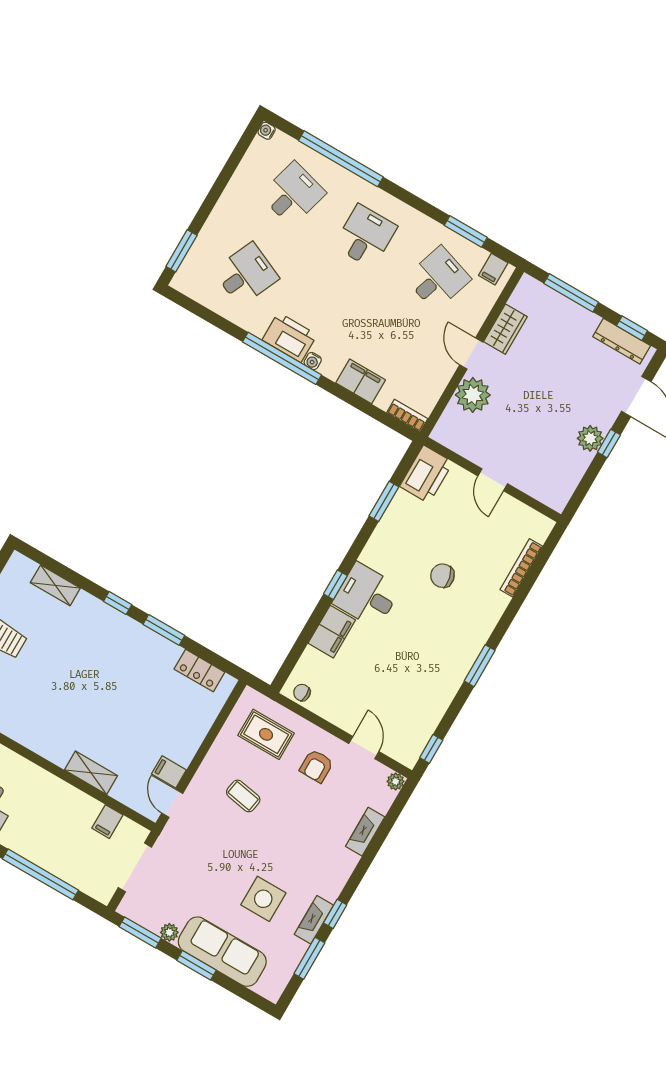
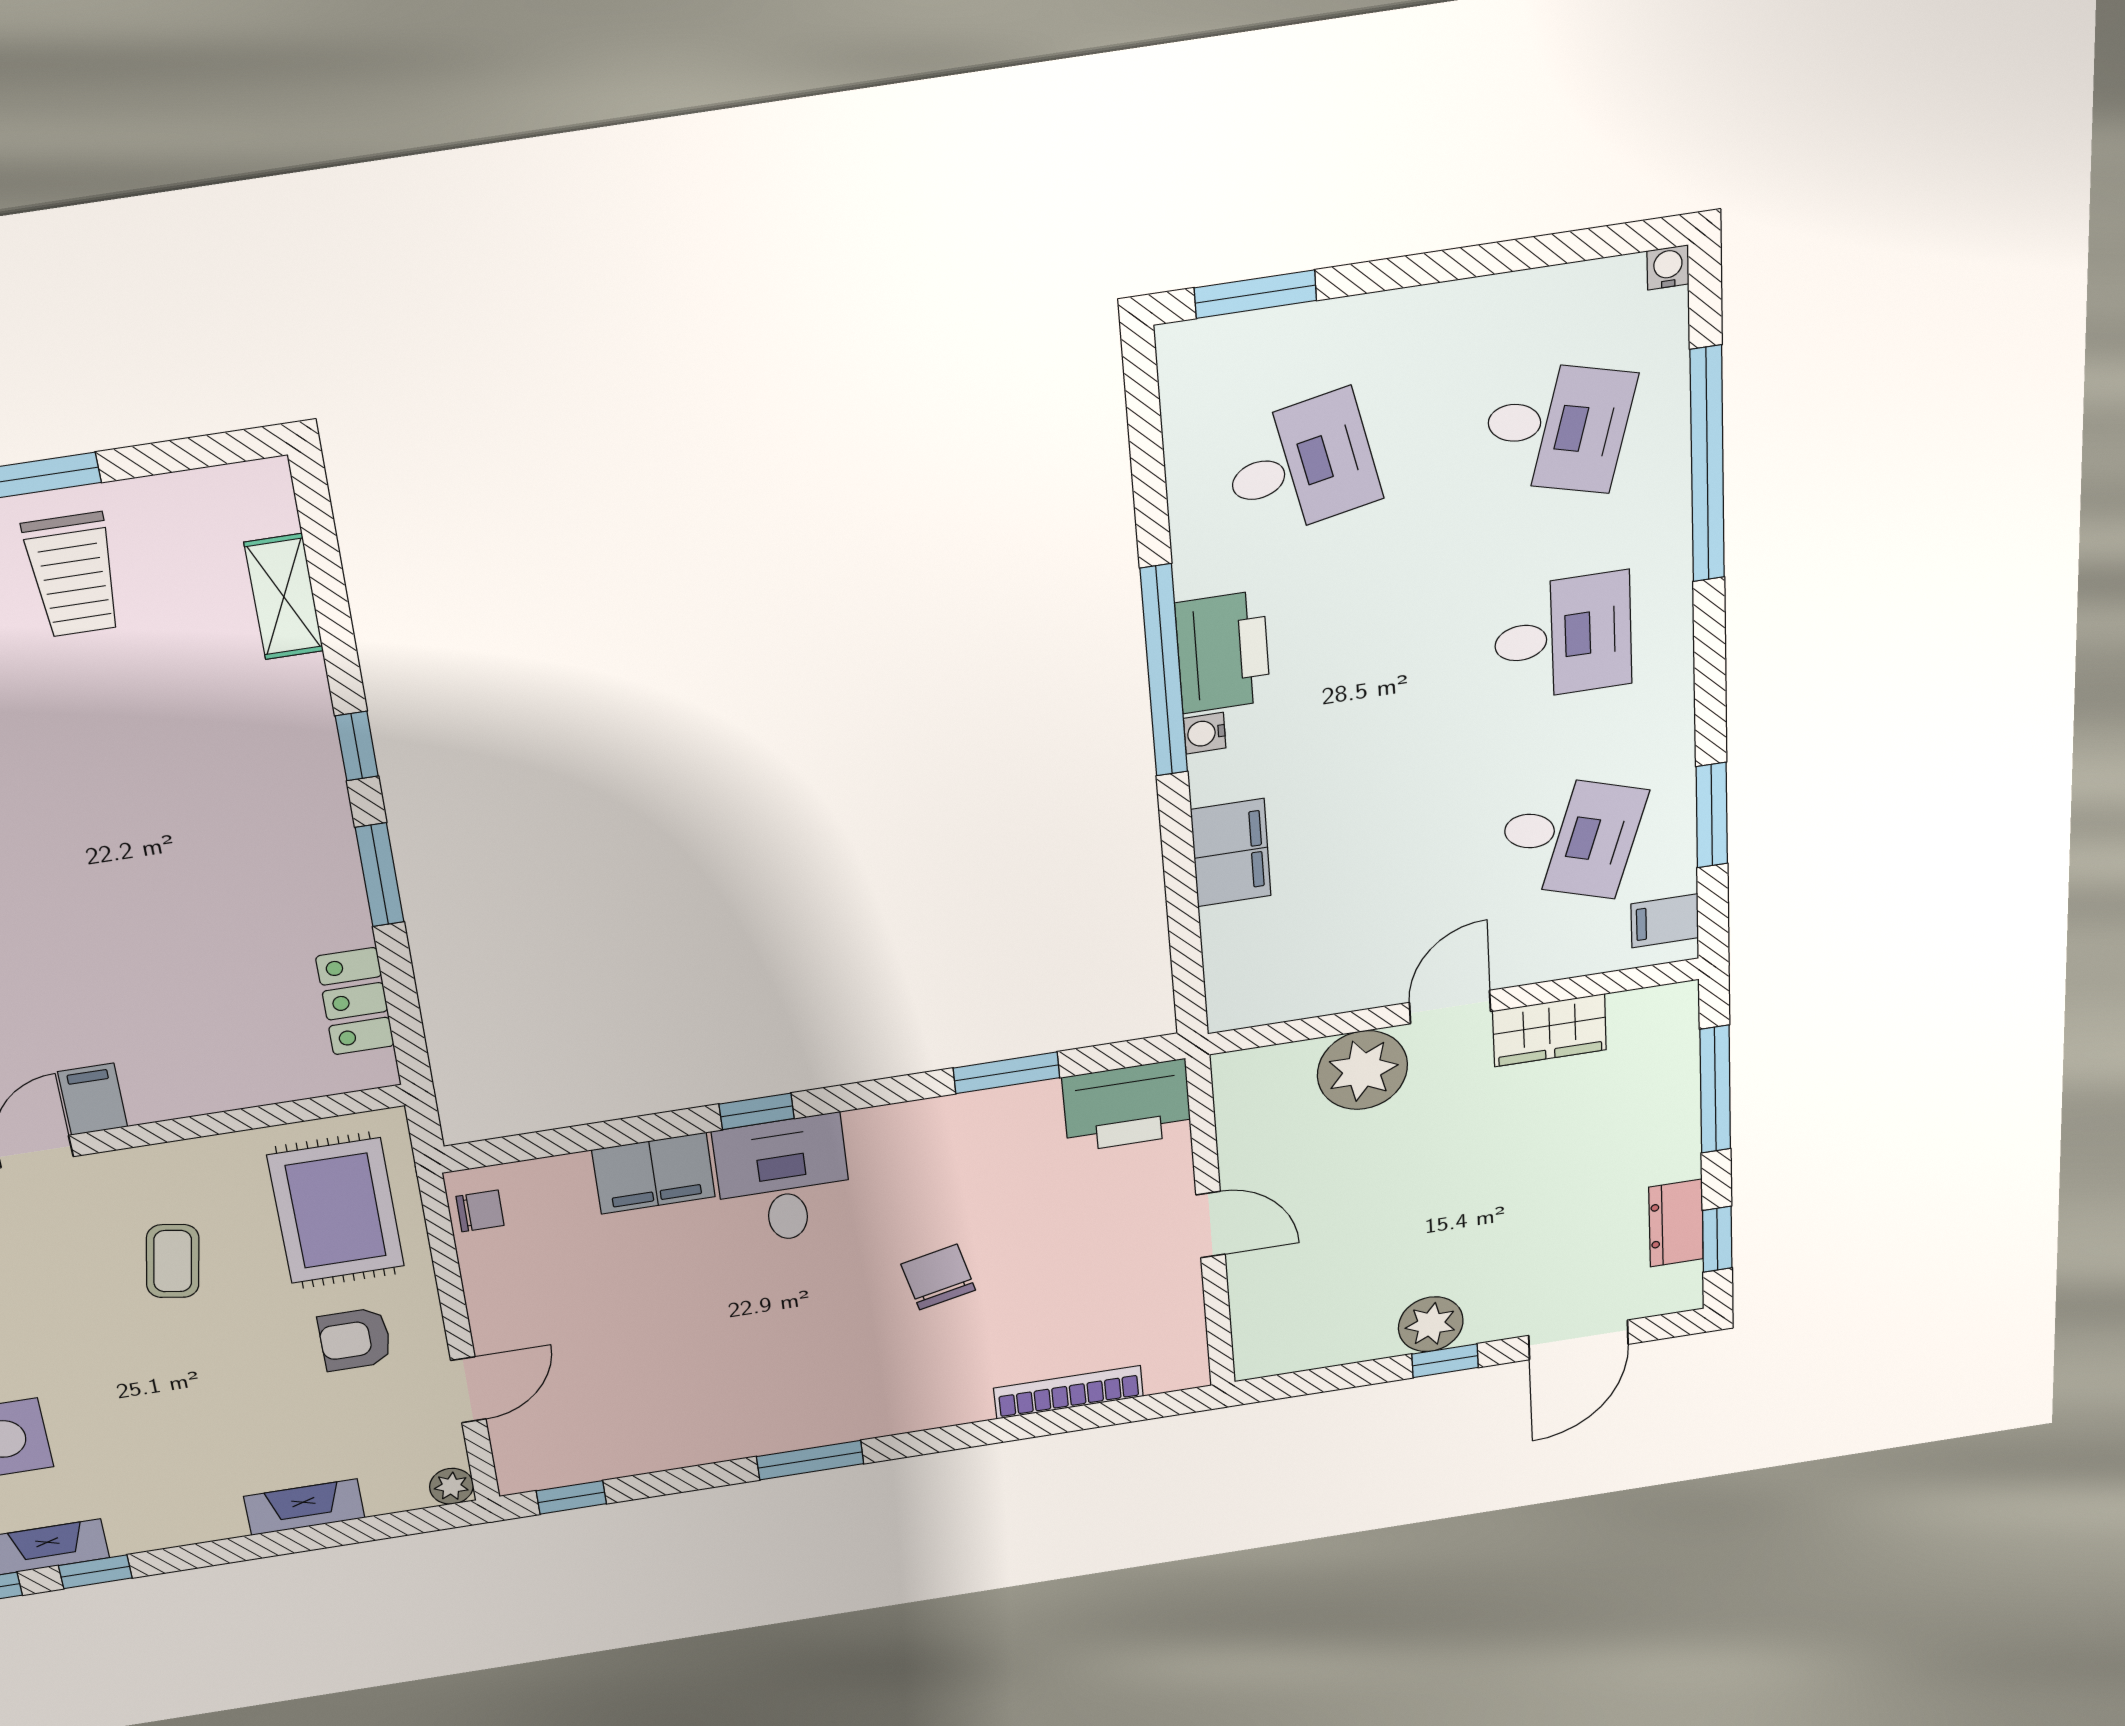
desk: (246, 274) -> (1300, 466), turned -36
dresser: (622, 341) -> (1676, 1223), width x0.70
bookcase: (407, 416) -> (1224, 987), removed
door: (493, 480) -> (1211, 1225), swing flipped
chair: (302, 693) -> (480, 1211), turned 90
rug: (266, 734) -> (336, 1211), width x1.36, depth x1.43

